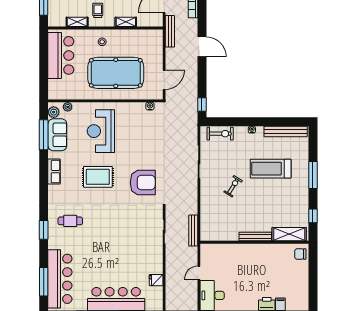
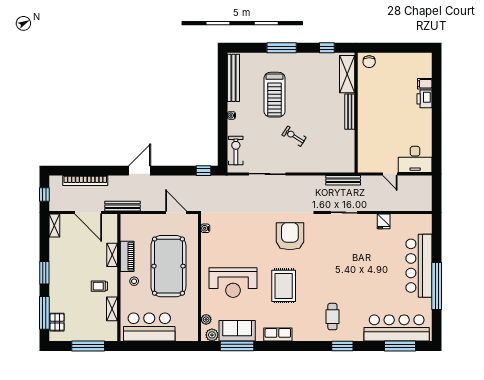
piano: (125, 36) -> (127, 256), added
fridge: (156, 280) -> (384, 221), moved

